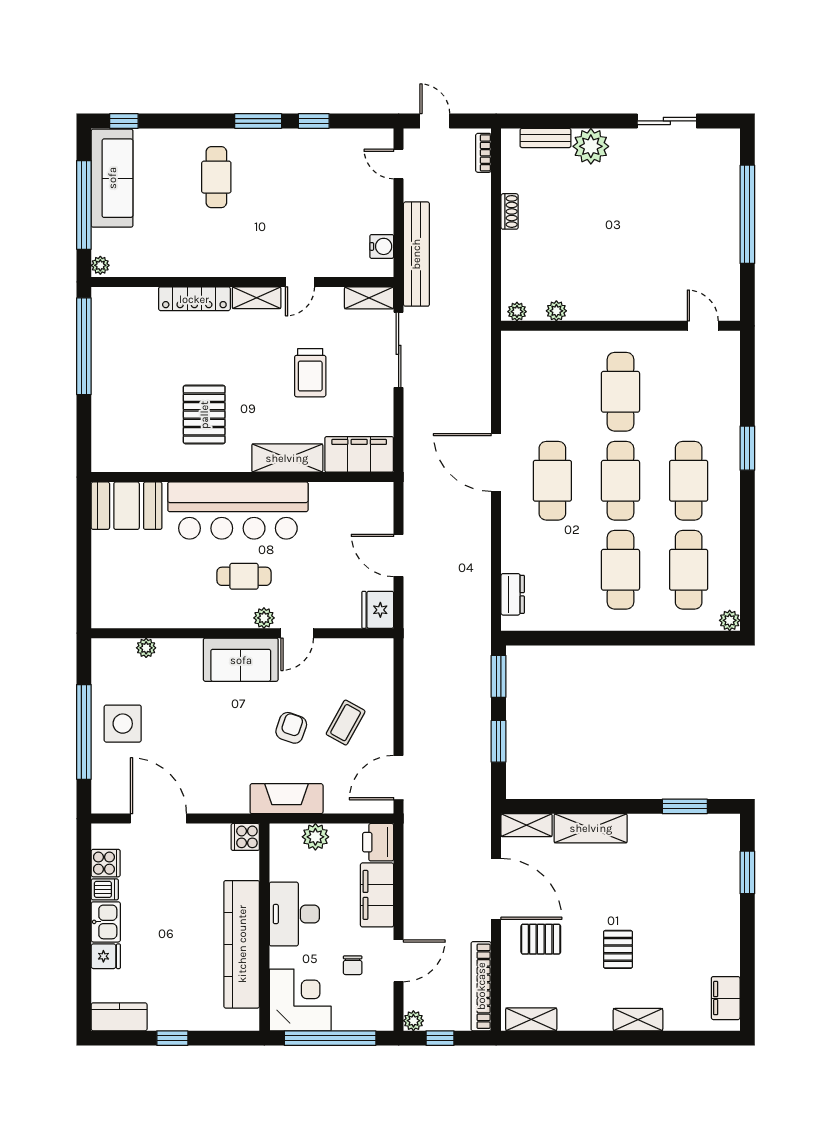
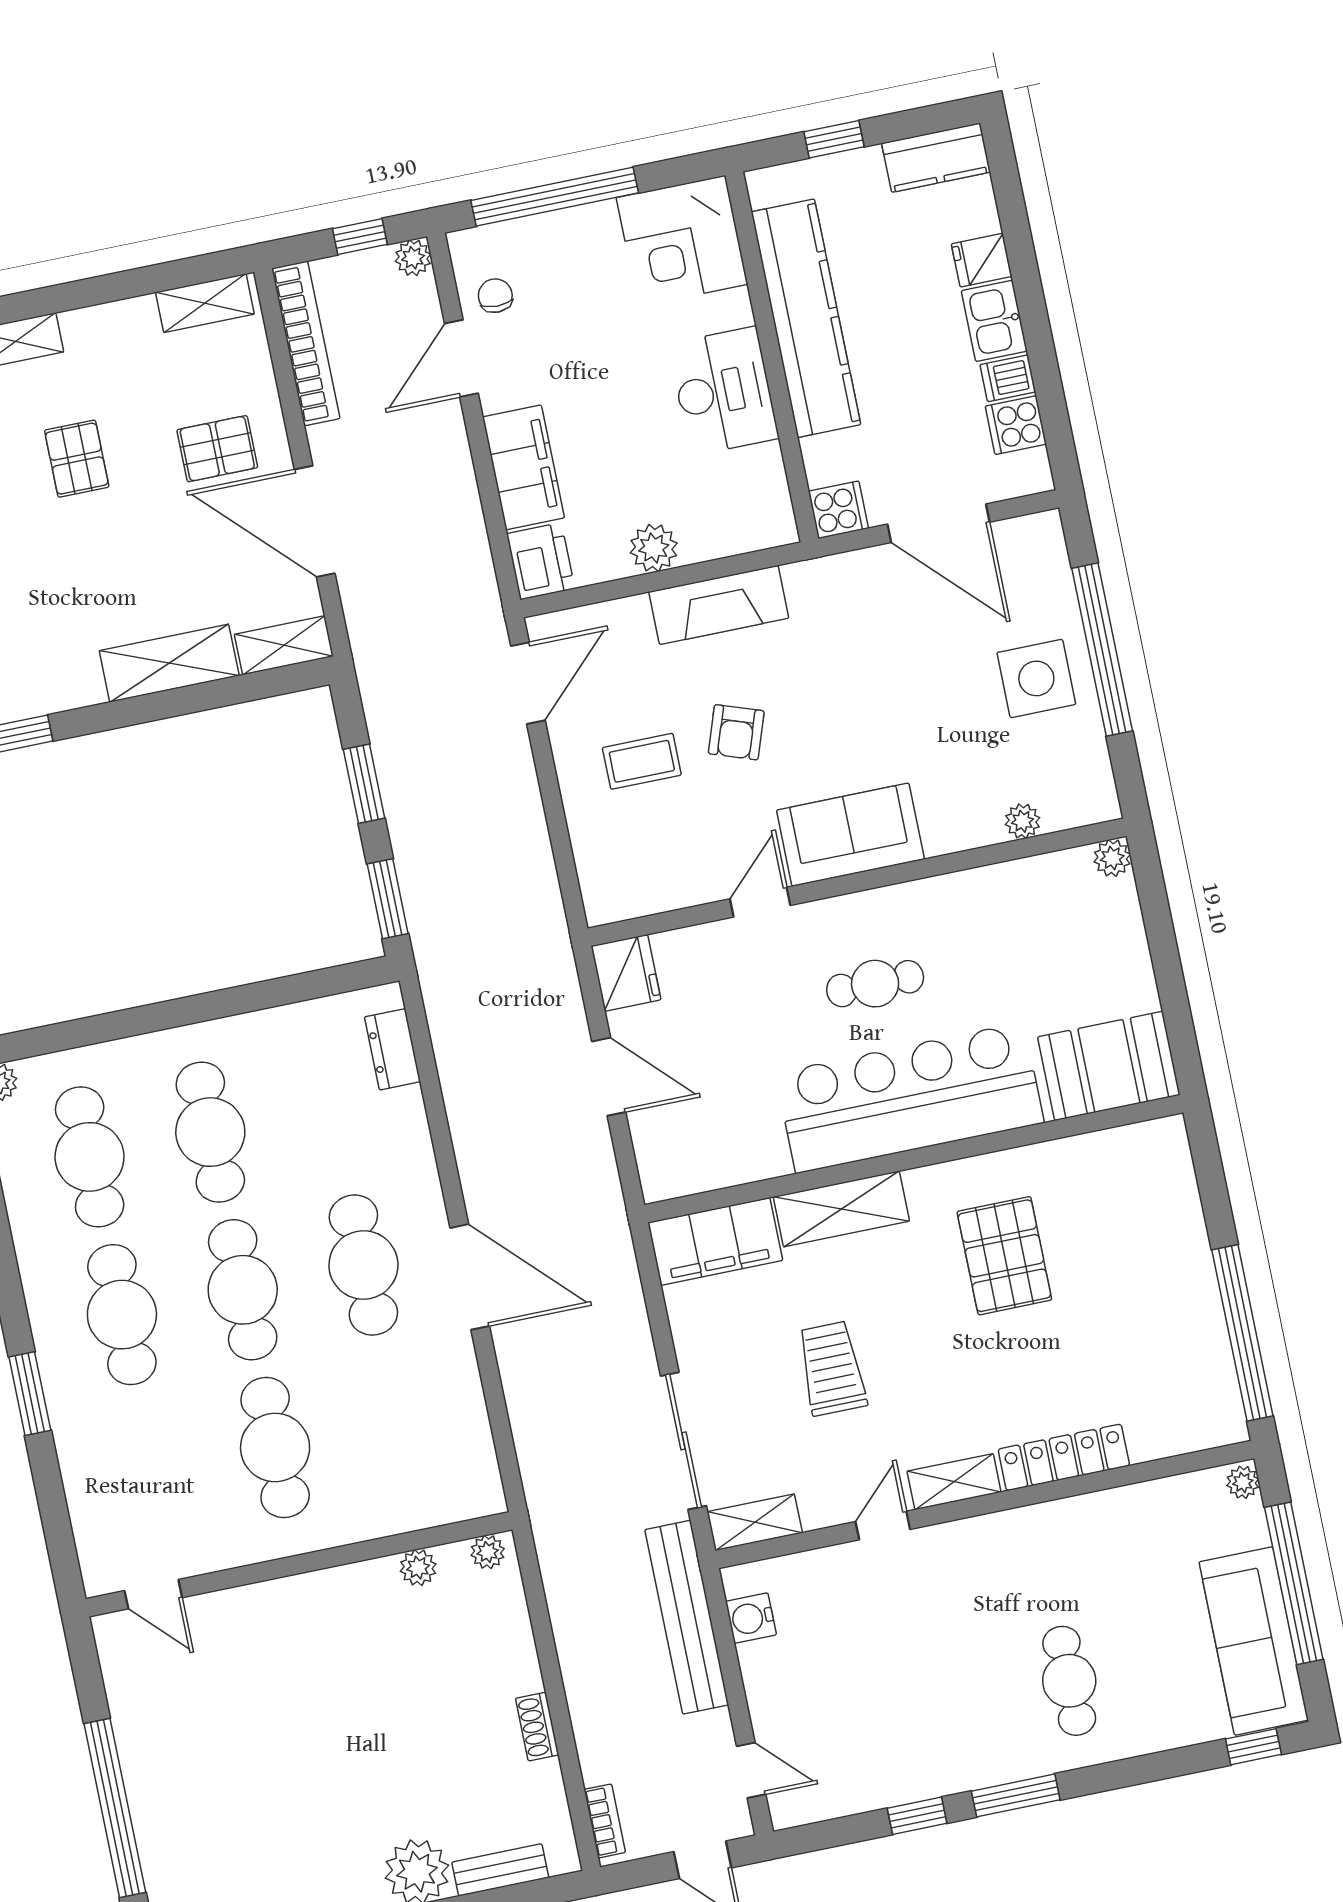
plant: (264, 618) -> (1112, 858), moved
coffee table: (346, 723) -> (642, 761), turned 61
cooker: (245, 837) -> (838, 510), moved
desk: (294, 914) -> (724, 391), moved
wall: (264, 927) -> (772, 357), moved
kitchen counter: (242, 944) -> (806, 318), moved
chair: (353, 965) -> (495, 296), moved
corner desk: (300, 1000) -> (682, 241), moved

